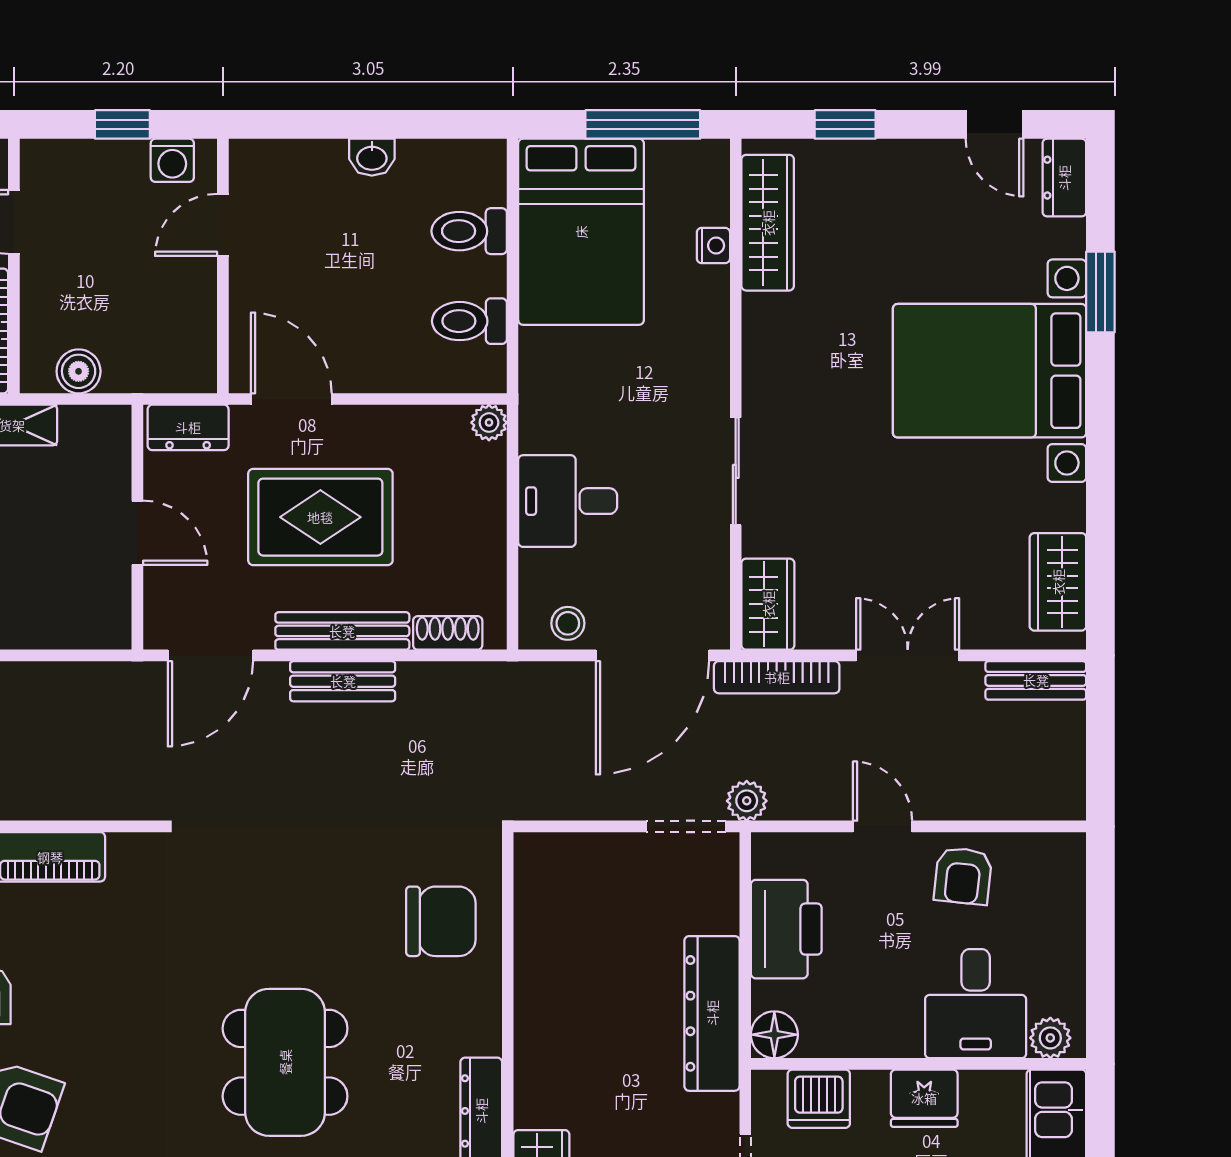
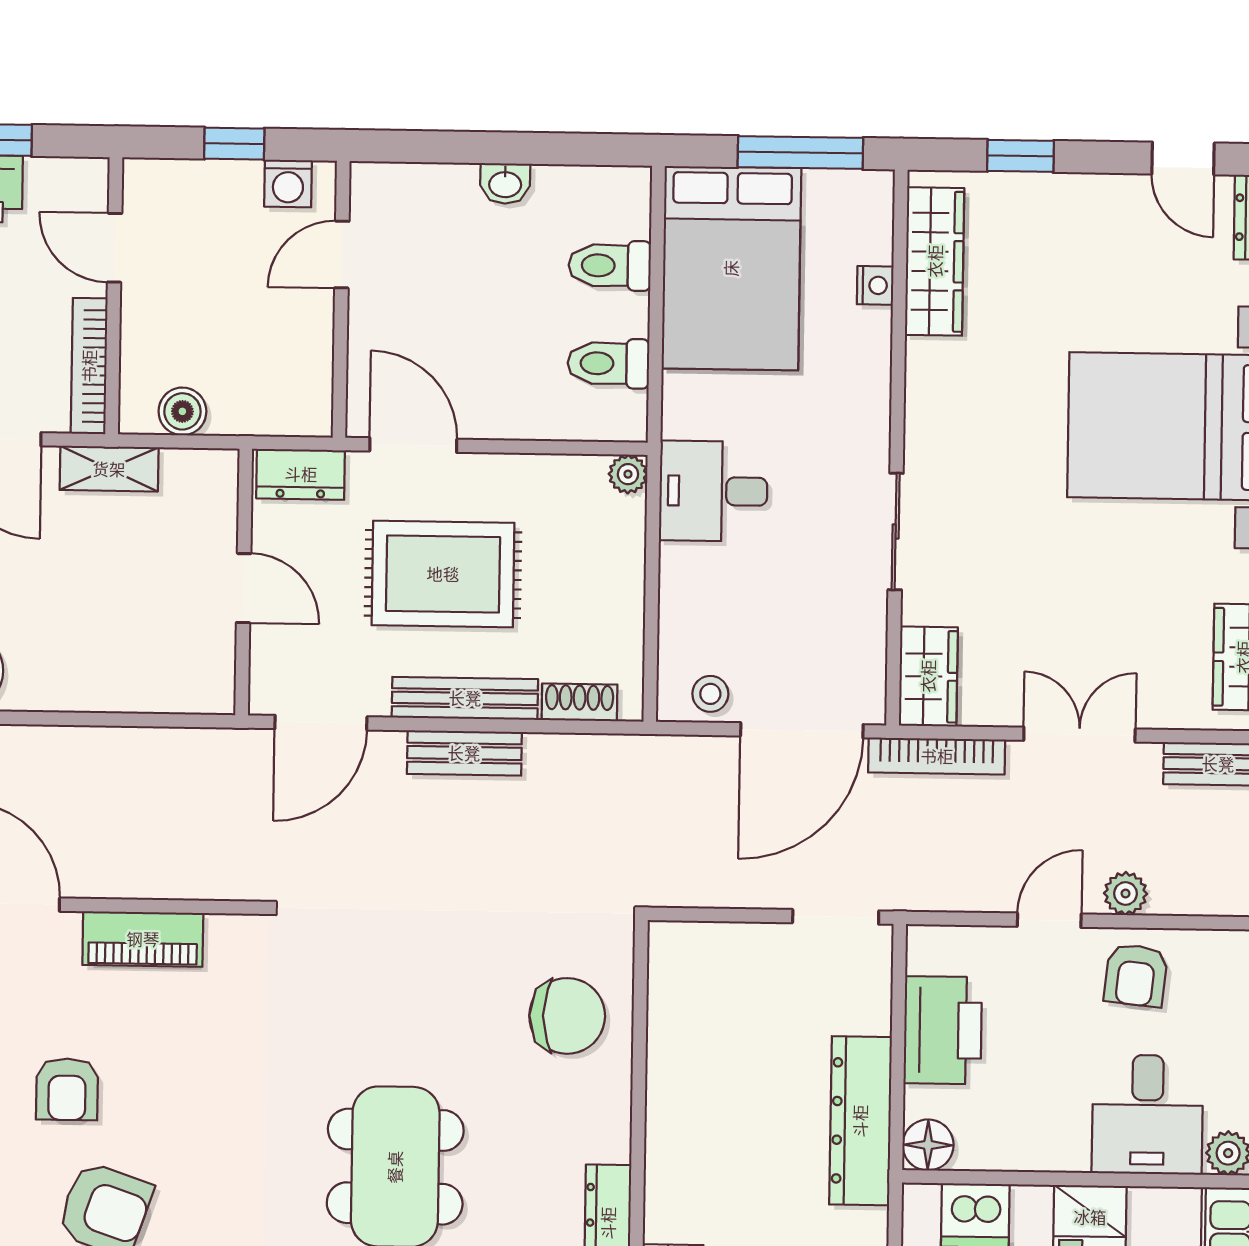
desk: (568, 501) -> (713, 491), moved
plant: (747, 801) -> (1126, 894), moved
door: (883, 826) -> (1049, 920), hinge flipped

